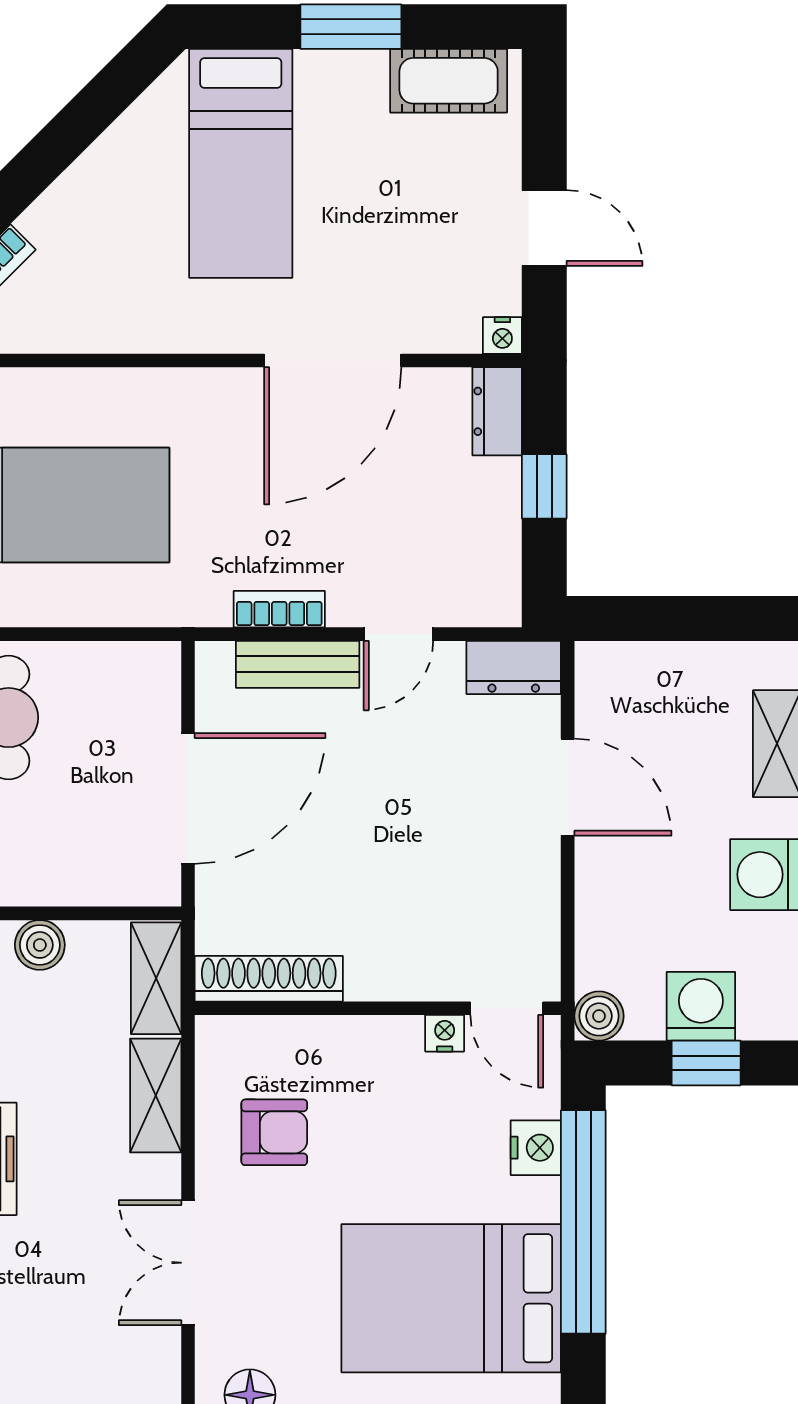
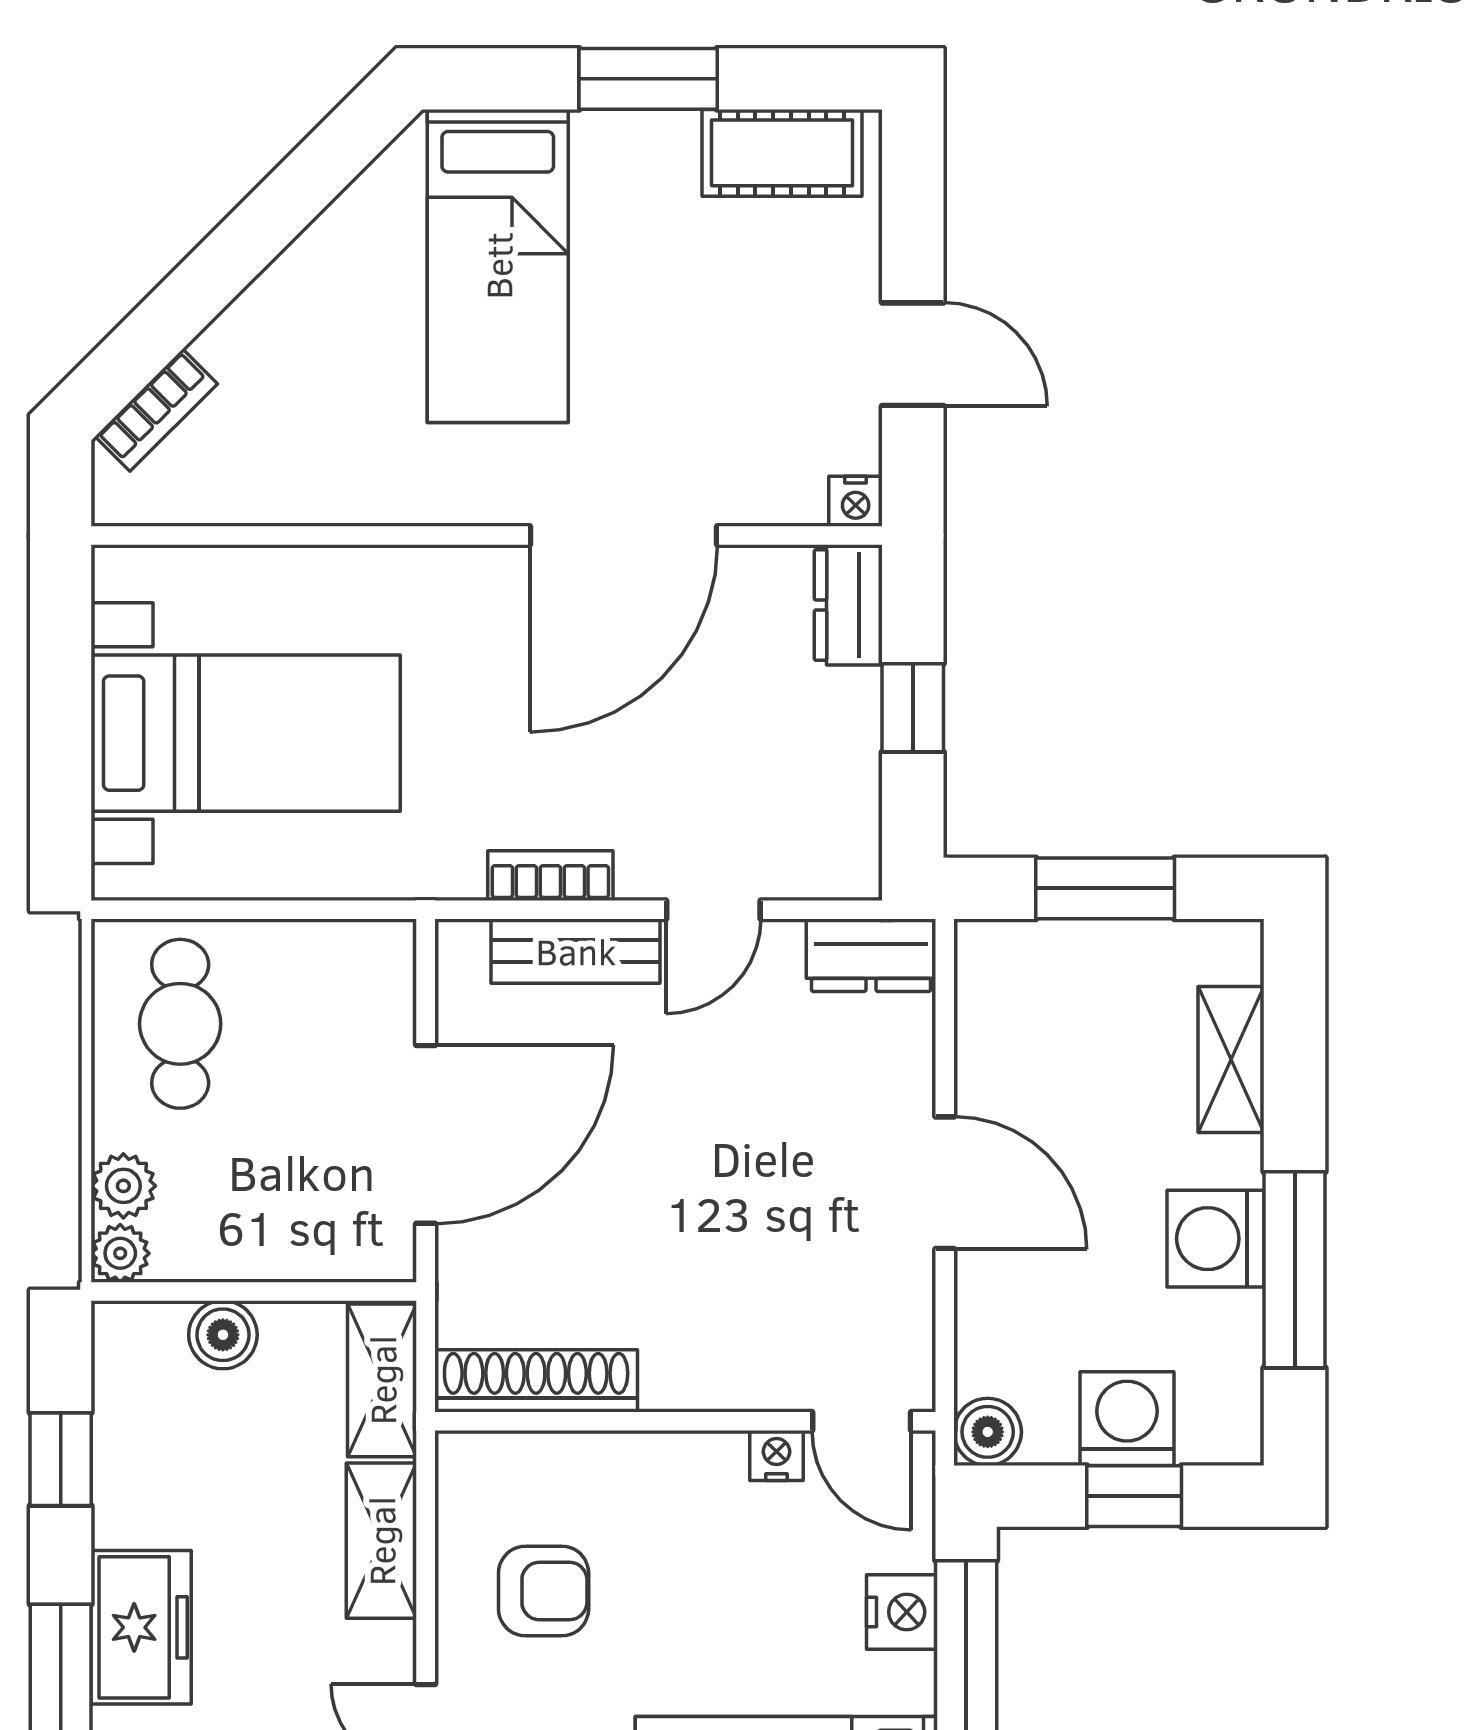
window: (685, 619) -> (1105, 888), added
door: (568, 787) -> (945, 1183), moved

